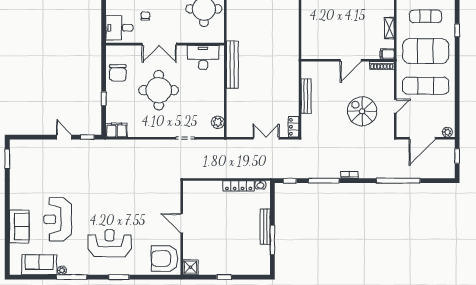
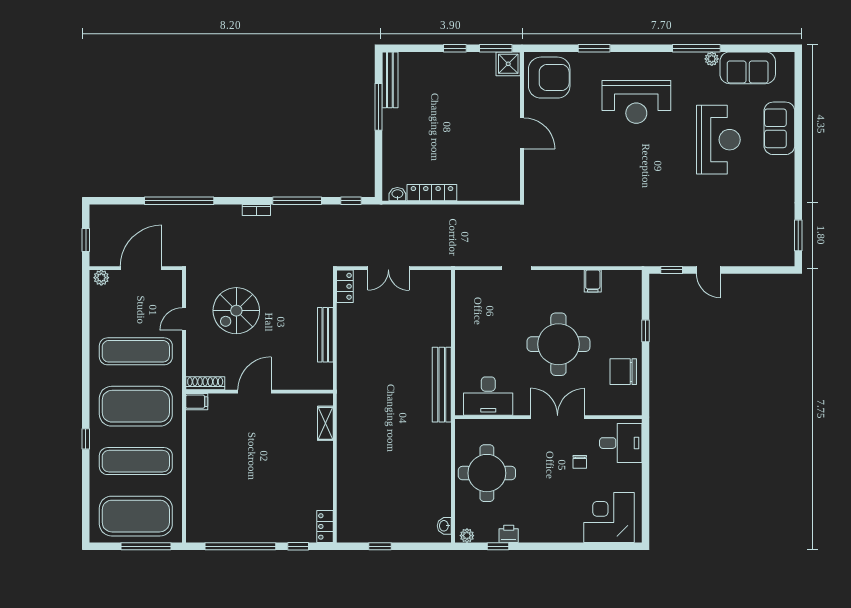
exercise mat: (426, 16) -> (136, 461), width x1.36, depth x1.45
shelving: (389, 28) -> (325, 423), moved
chair: (118, 73) -> (623, 372), turned -90
spiral stairs: (362, 111) -> (236, 311), turned 90
plant: (218, 122) -> (465, 293), removed
filing cabinet: (117, 130) -> (593, 281), moved, width x0.50
bench: (265, 227) -> (390, 80), moved
window: (119, 277) -> (594, 48), moved
window: (198, 277) -> (496, 48), added

